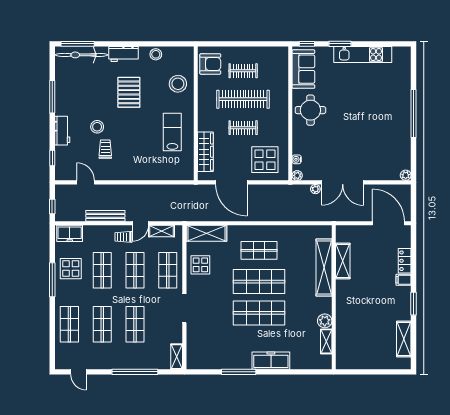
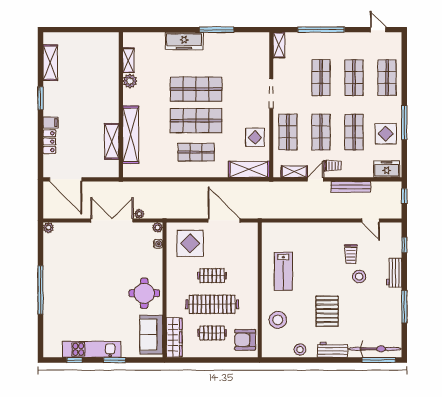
window: (307, 44) -> (74, 360), moved
wardrobe: (205, 152) -> (174, 337), moved, turned 180

